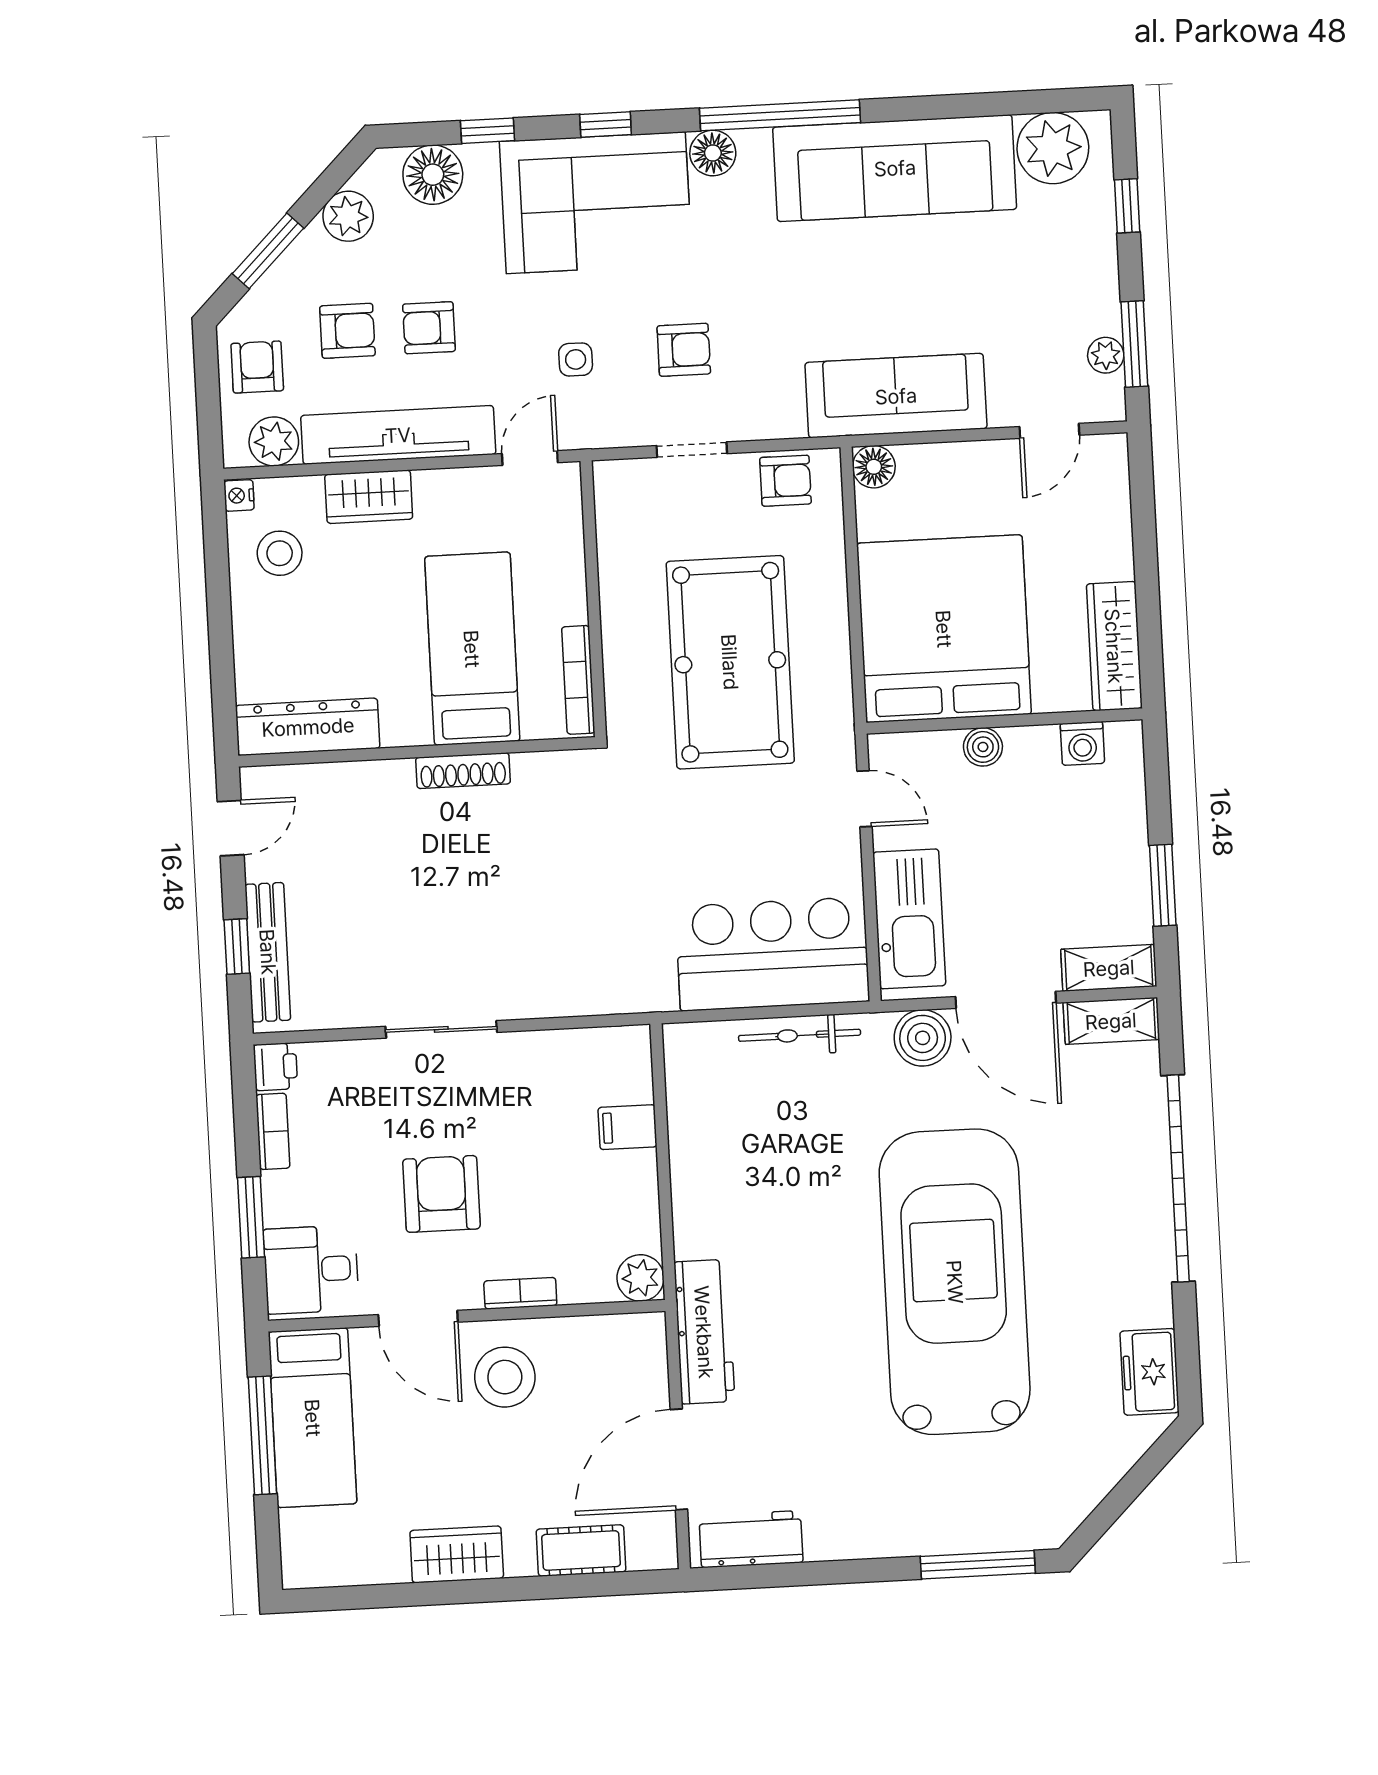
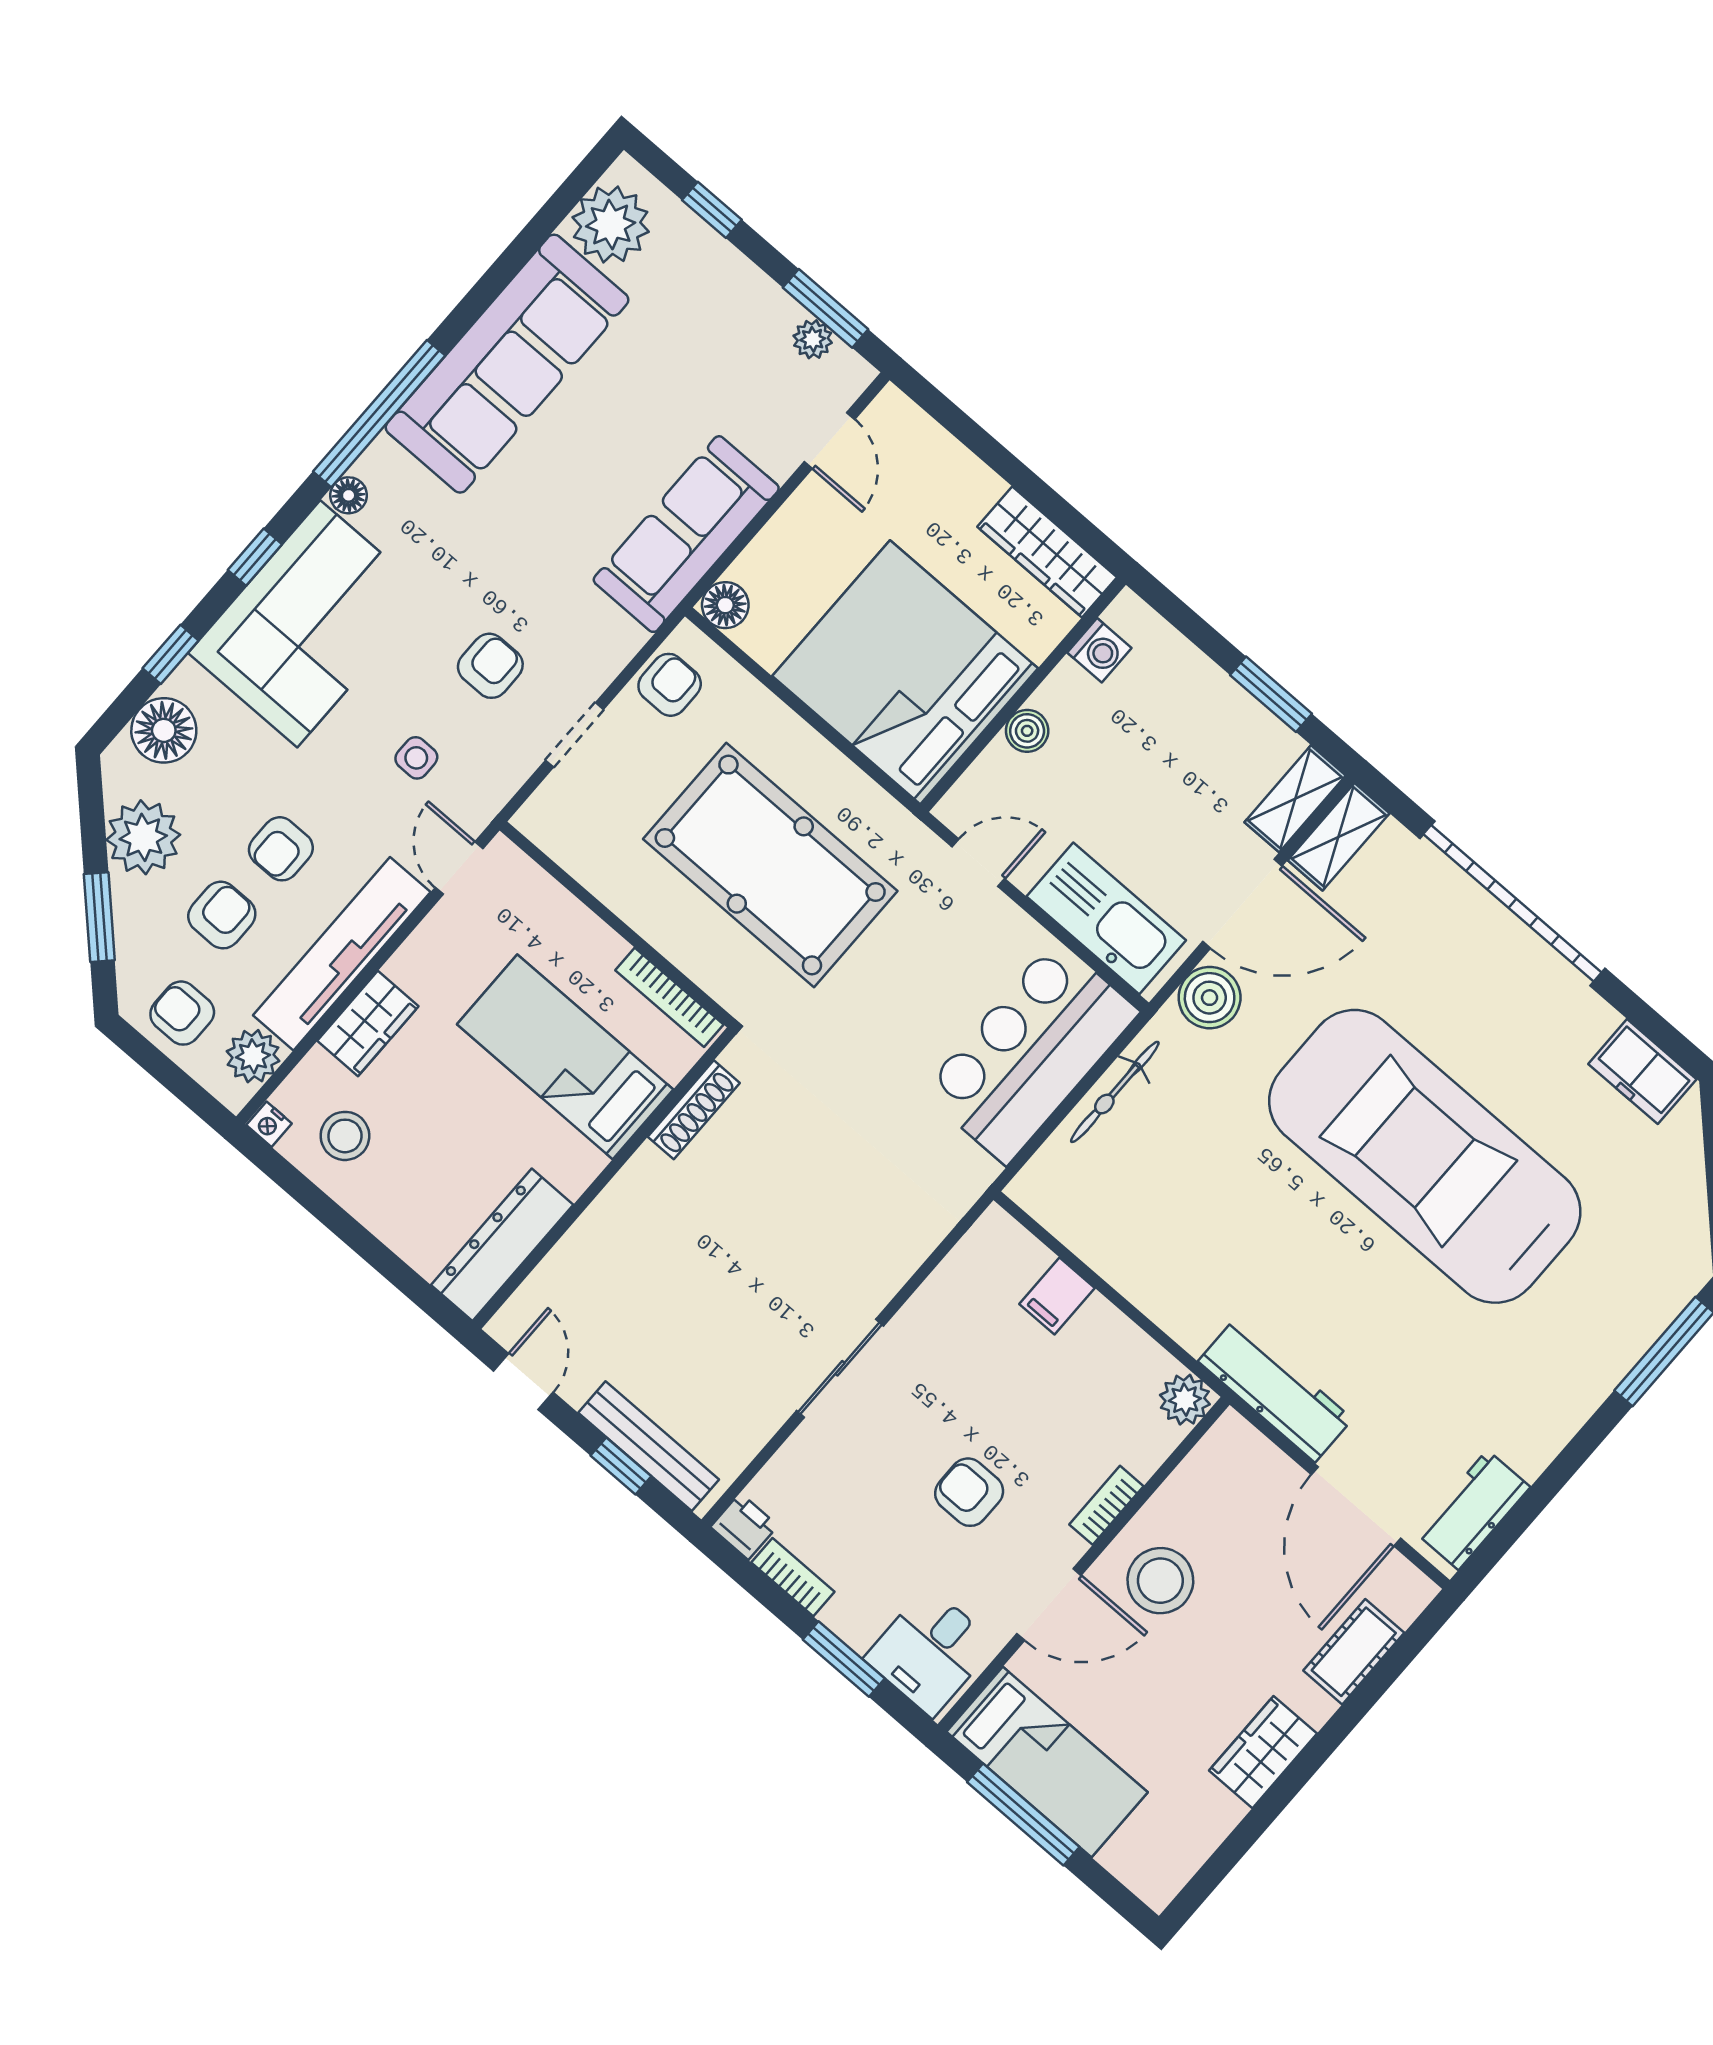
floor lamp: (713, 153) -> (349, 495), width x0.73, depth x0.73
plant: (348, 216) -> (143, 837), width x1.36, depth x1.36
shoe rack: (463, 771) -> (694, 1110), moved
armchair: (441, 1194) -> (969, 1492), width x0.72, depth x0.72

